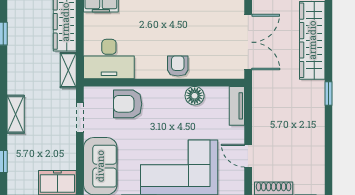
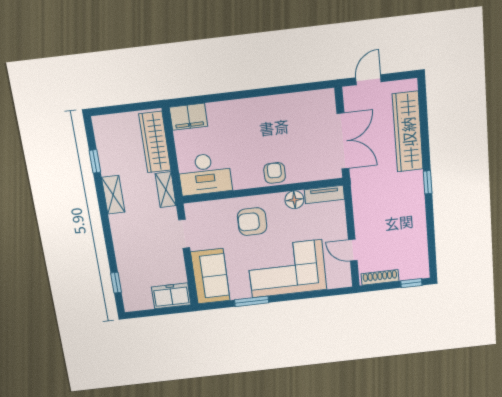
armchair: (128, 104) -> (252, 222), moved
tv unit: (237, 106) -> (324, 194), moved, turned -90
shelving: (16, 114) -> (113, 195), moved

